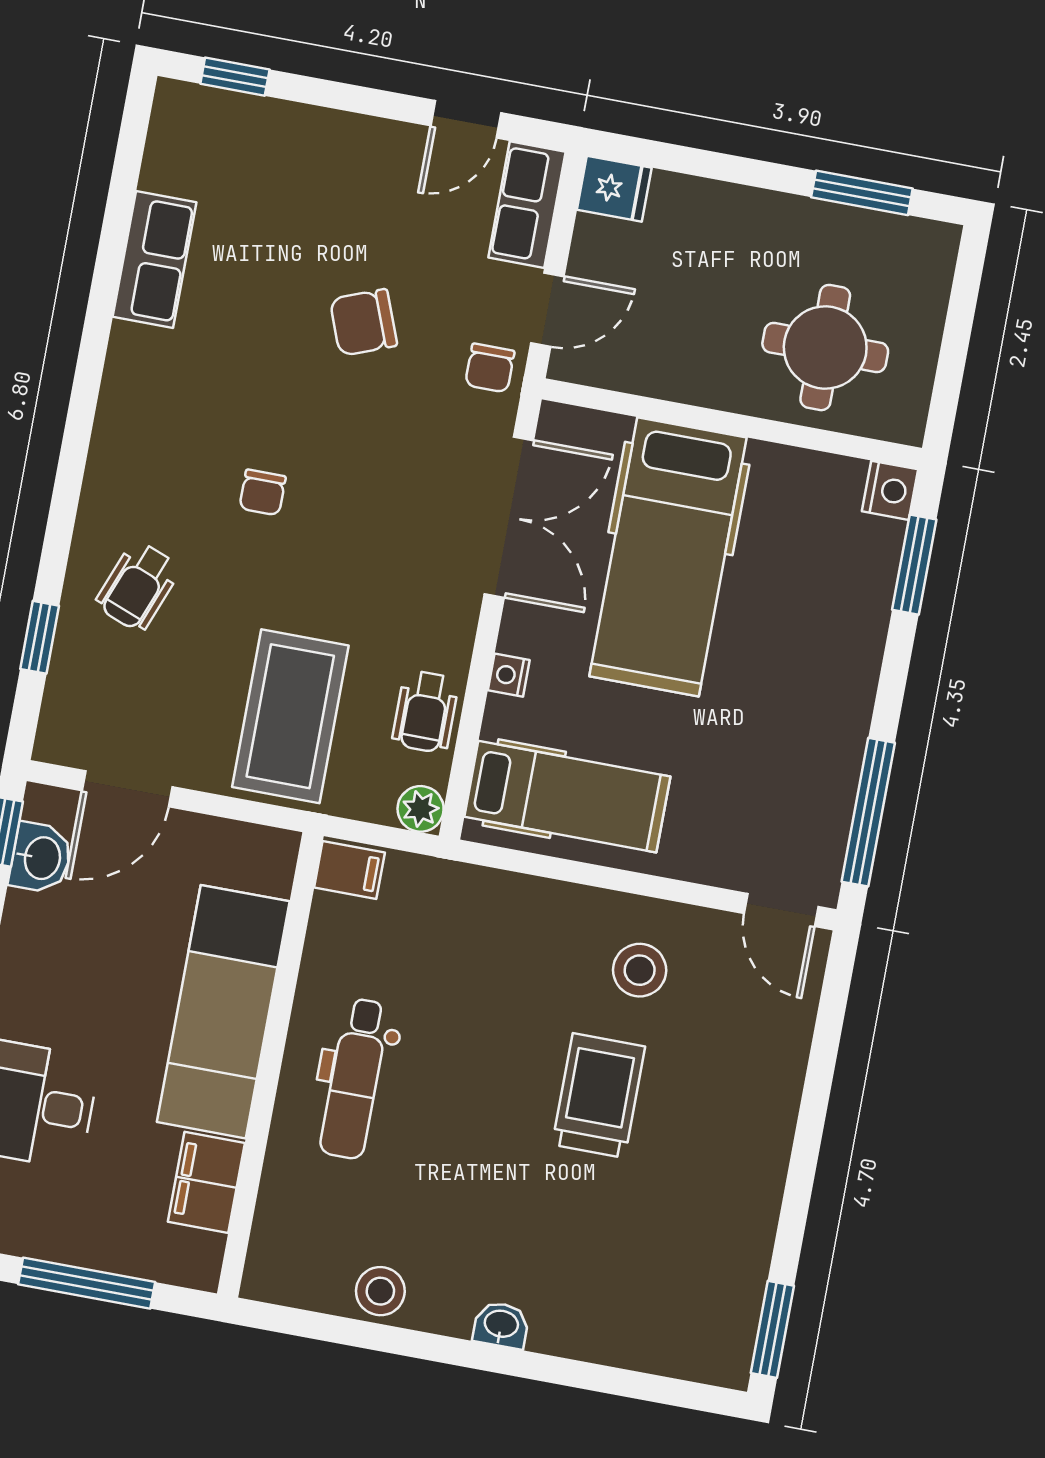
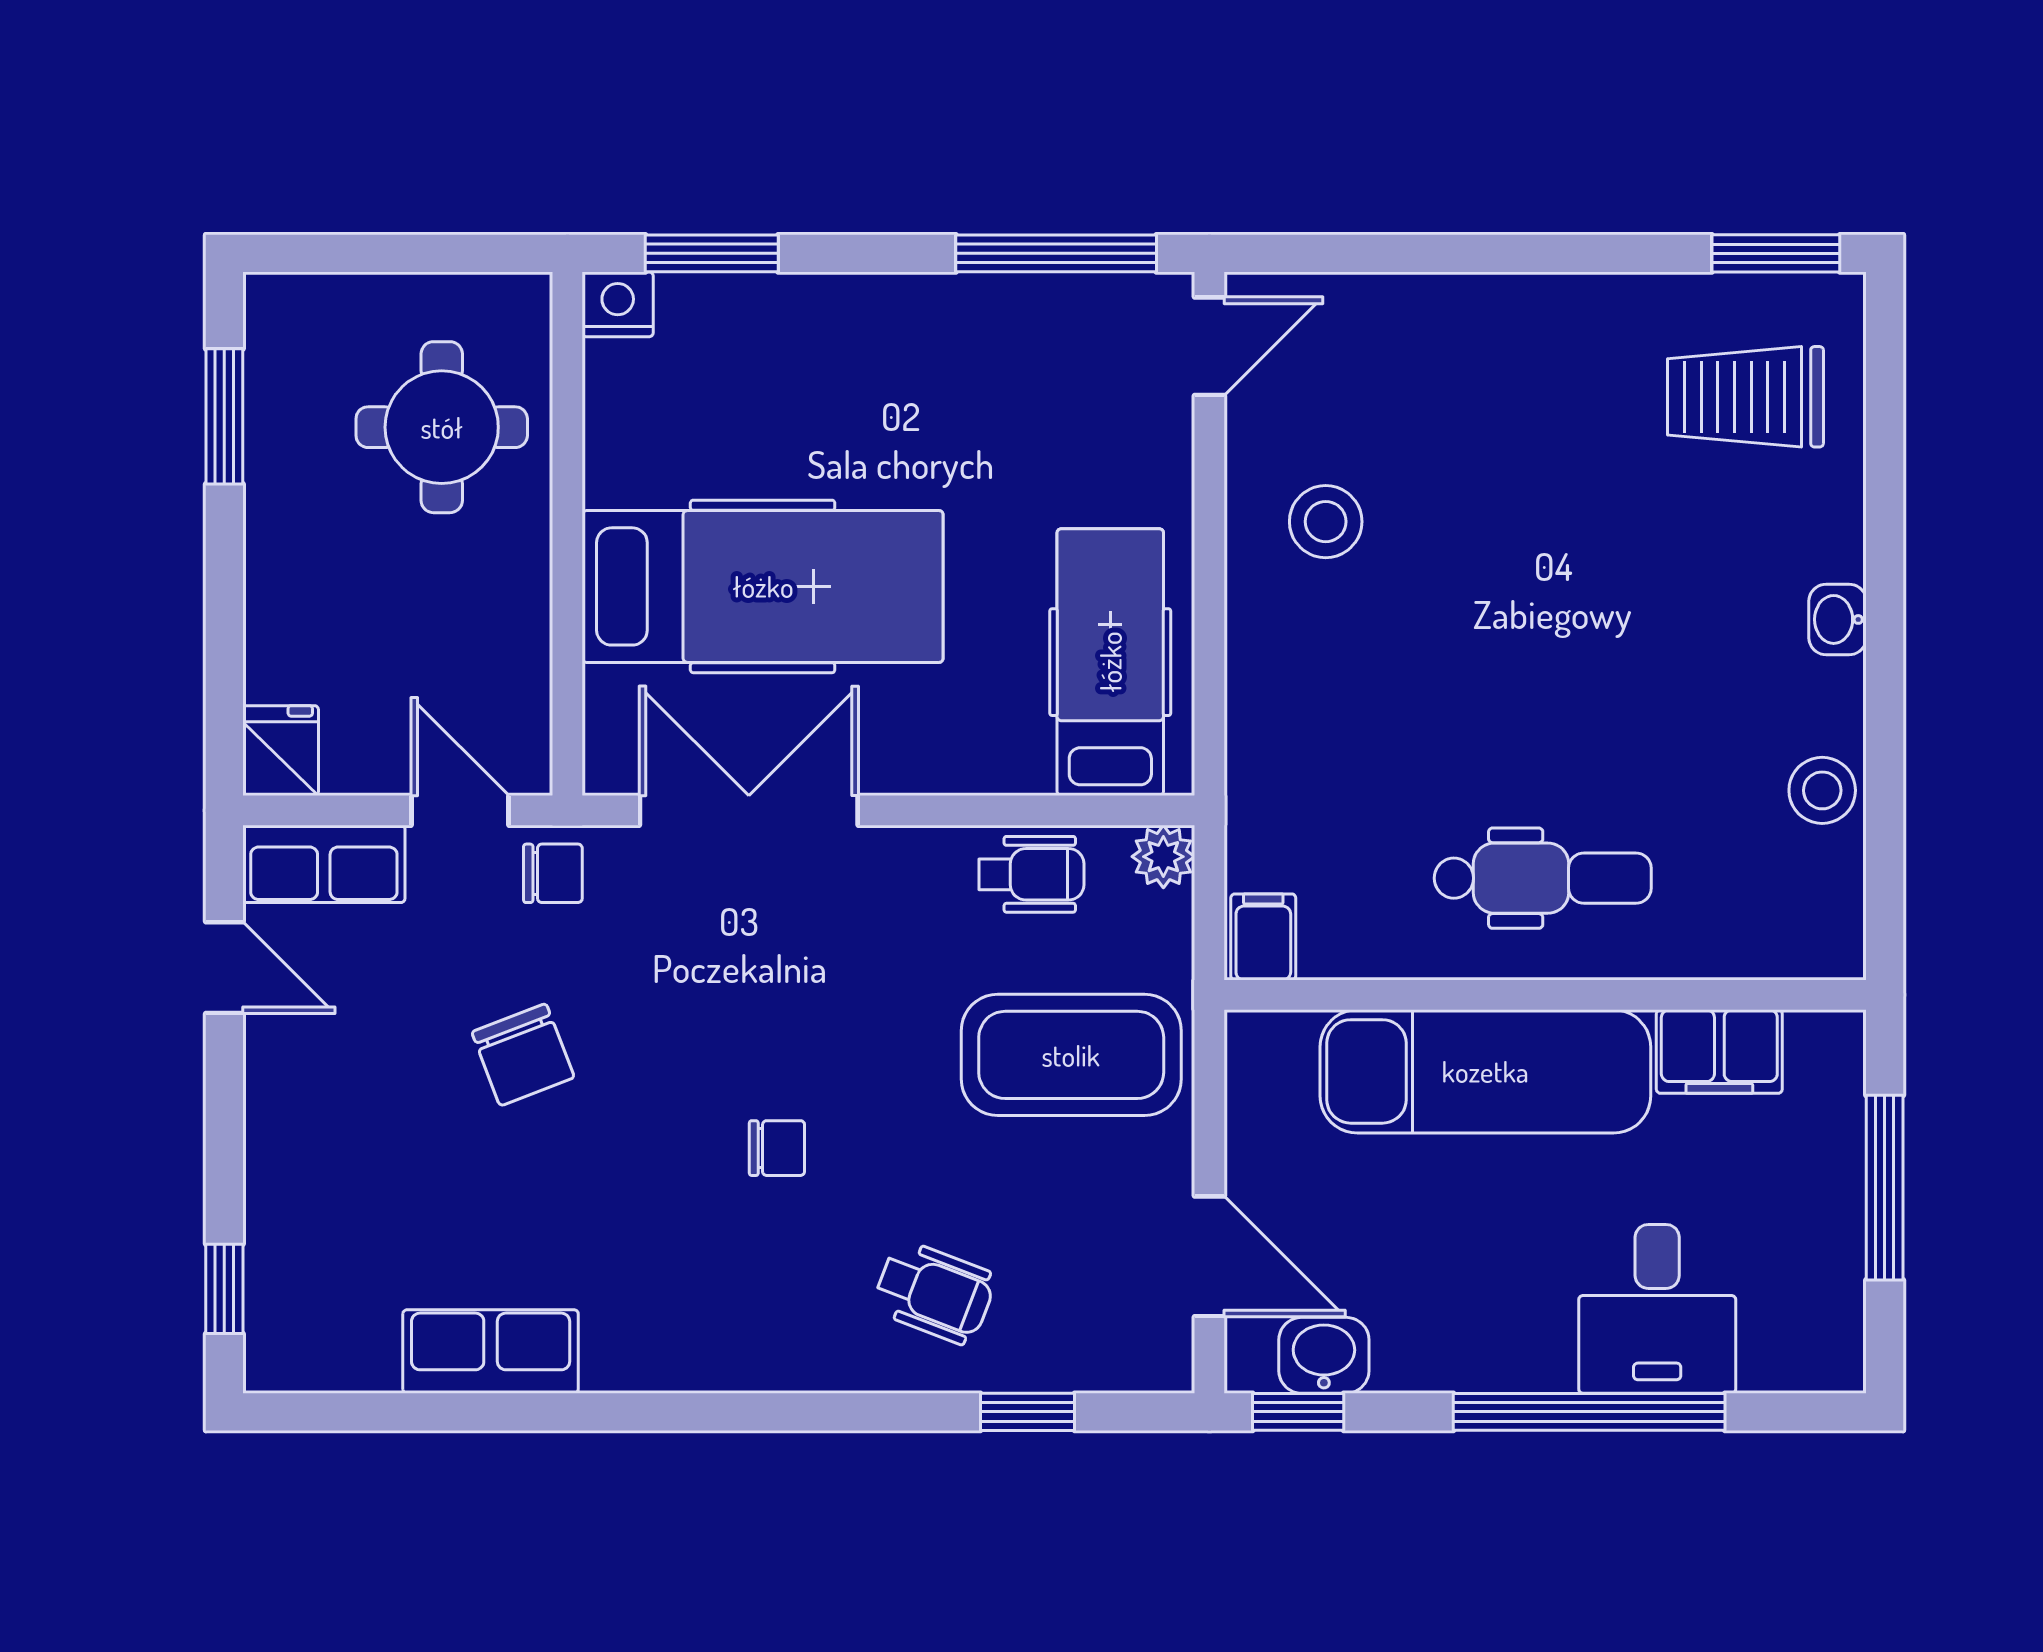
nightstand: (509, 675) -> (961, 771), removed
trolley: (599, 1096) -> (1745, 397), moved

